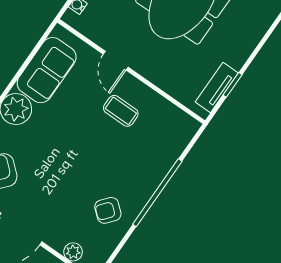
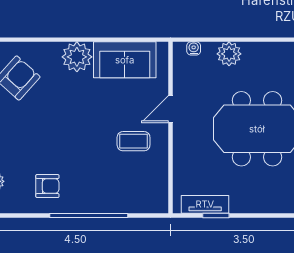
coffee table: (121, 111) -> (134, 141), turned 90
armchair: (108, 210) -> (47, 186), turned 140

